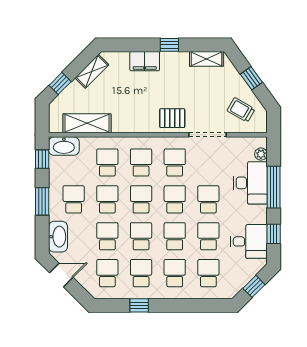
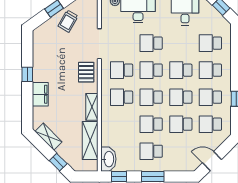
shelving: (206, 59) -> (92, 107), moved
trolley: (241, 110) -> (68, 21), moved
school desk: (107, 162) -> (122, 124), removed
school desk: (208, 236) -> (181, 43), removed
washbasin: (58, 237) -> (181, 164), removed
door: (61, 275) -> (212, 161), hinge flipped

